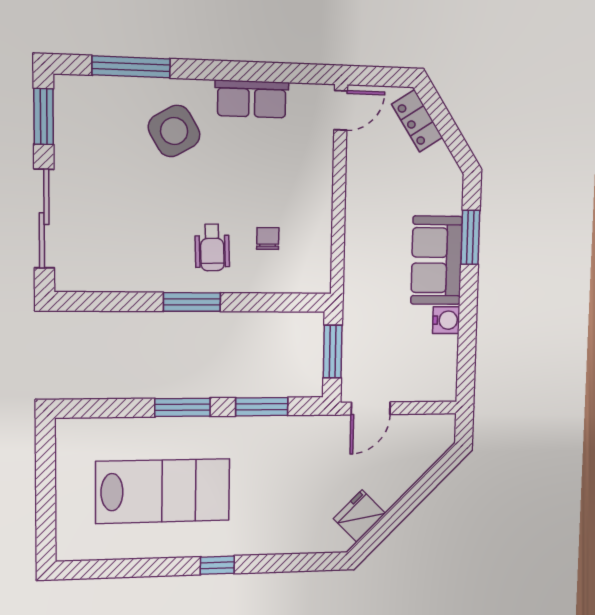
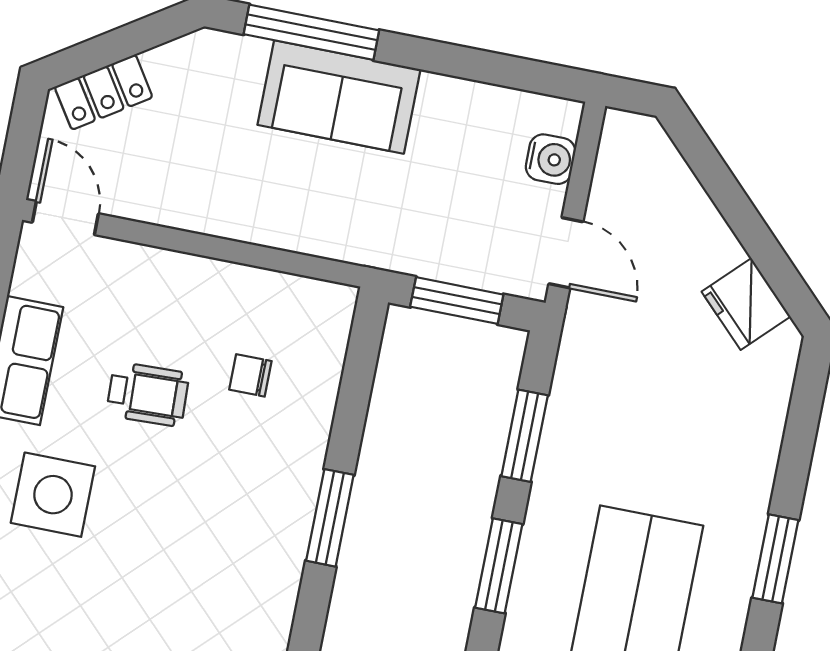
side table: (174, 131) -> (53, 495), turned 30
window: (470, 237) -> (311, 32), width x1.44
wheelchair: (212, 248) -> (148, 394), moved
water cooler: (446, 320) -> (551, 159), moved, turned 90
window: (217, 565) -> (775, 559), width x1.50

